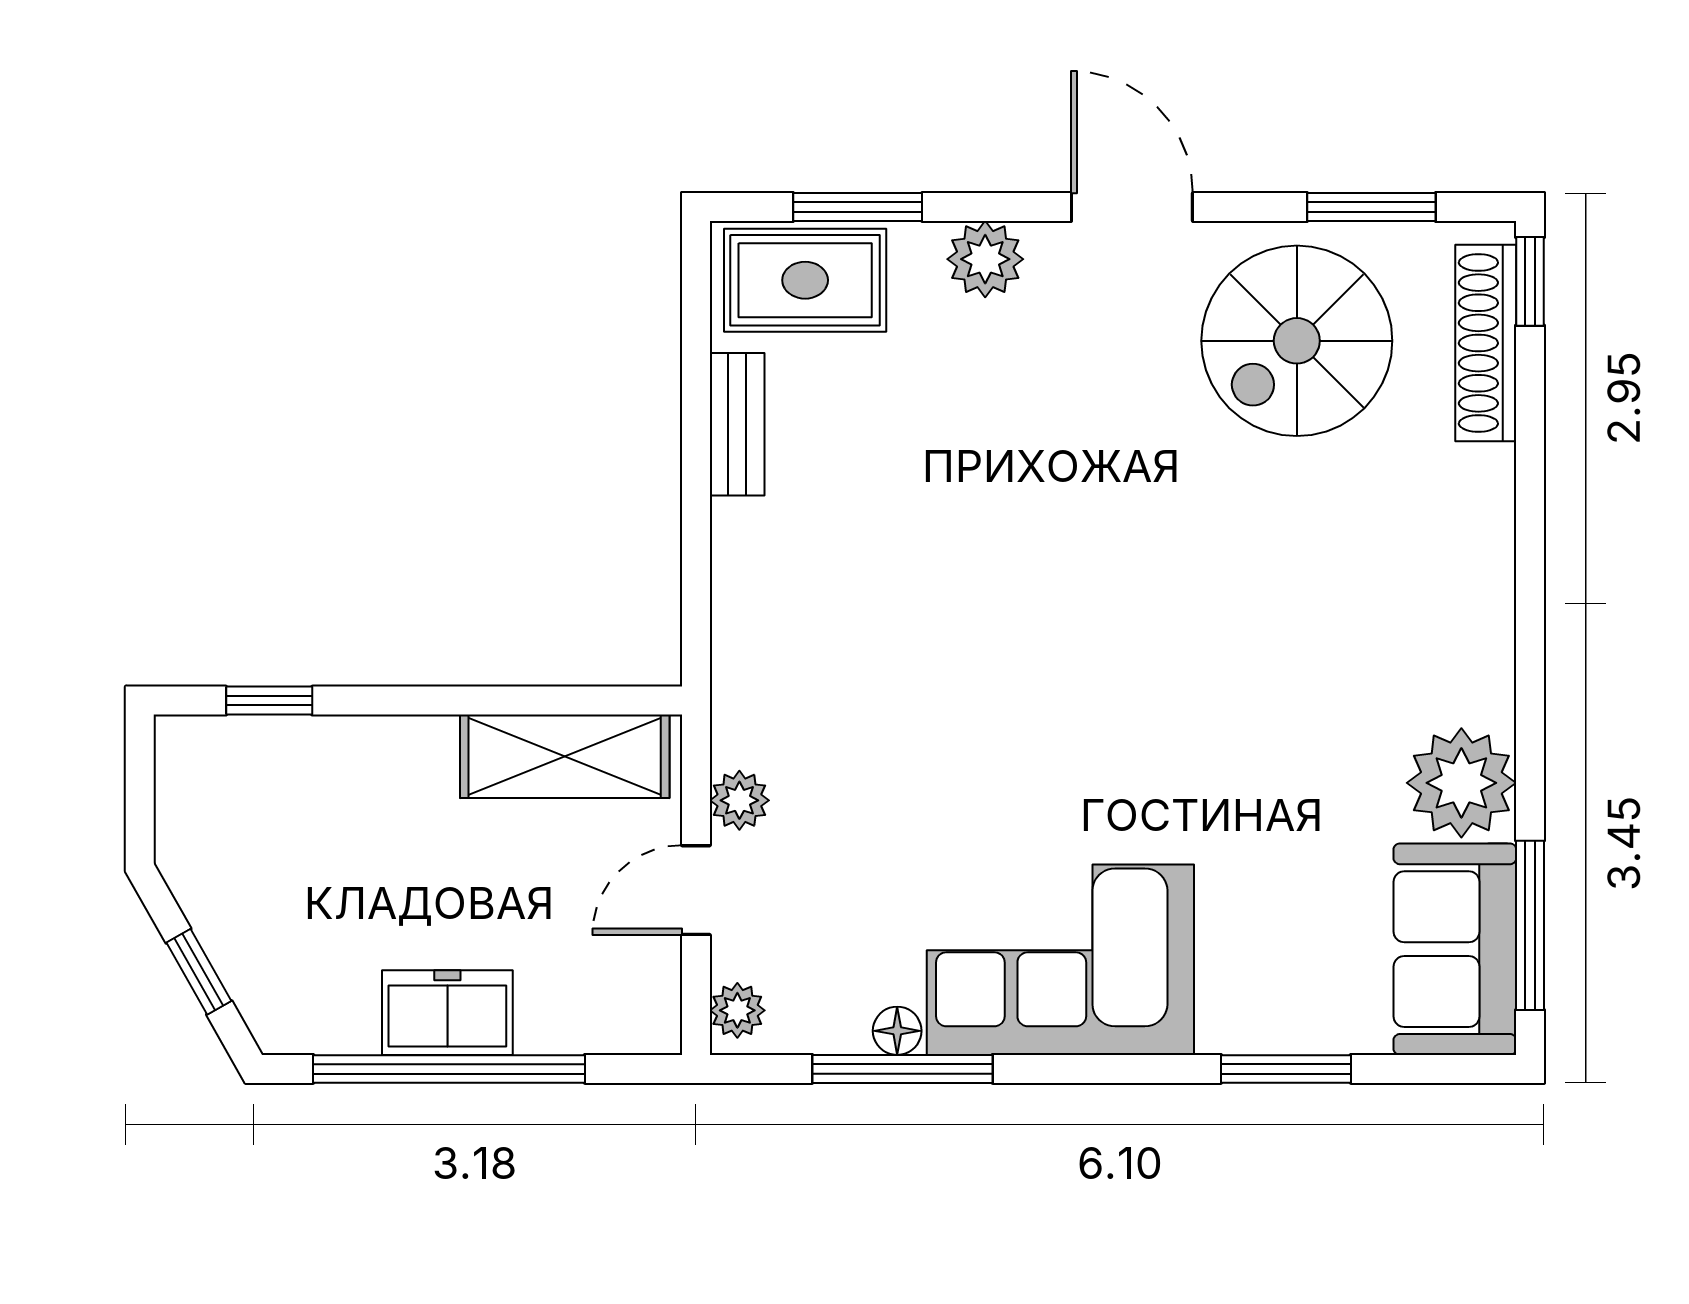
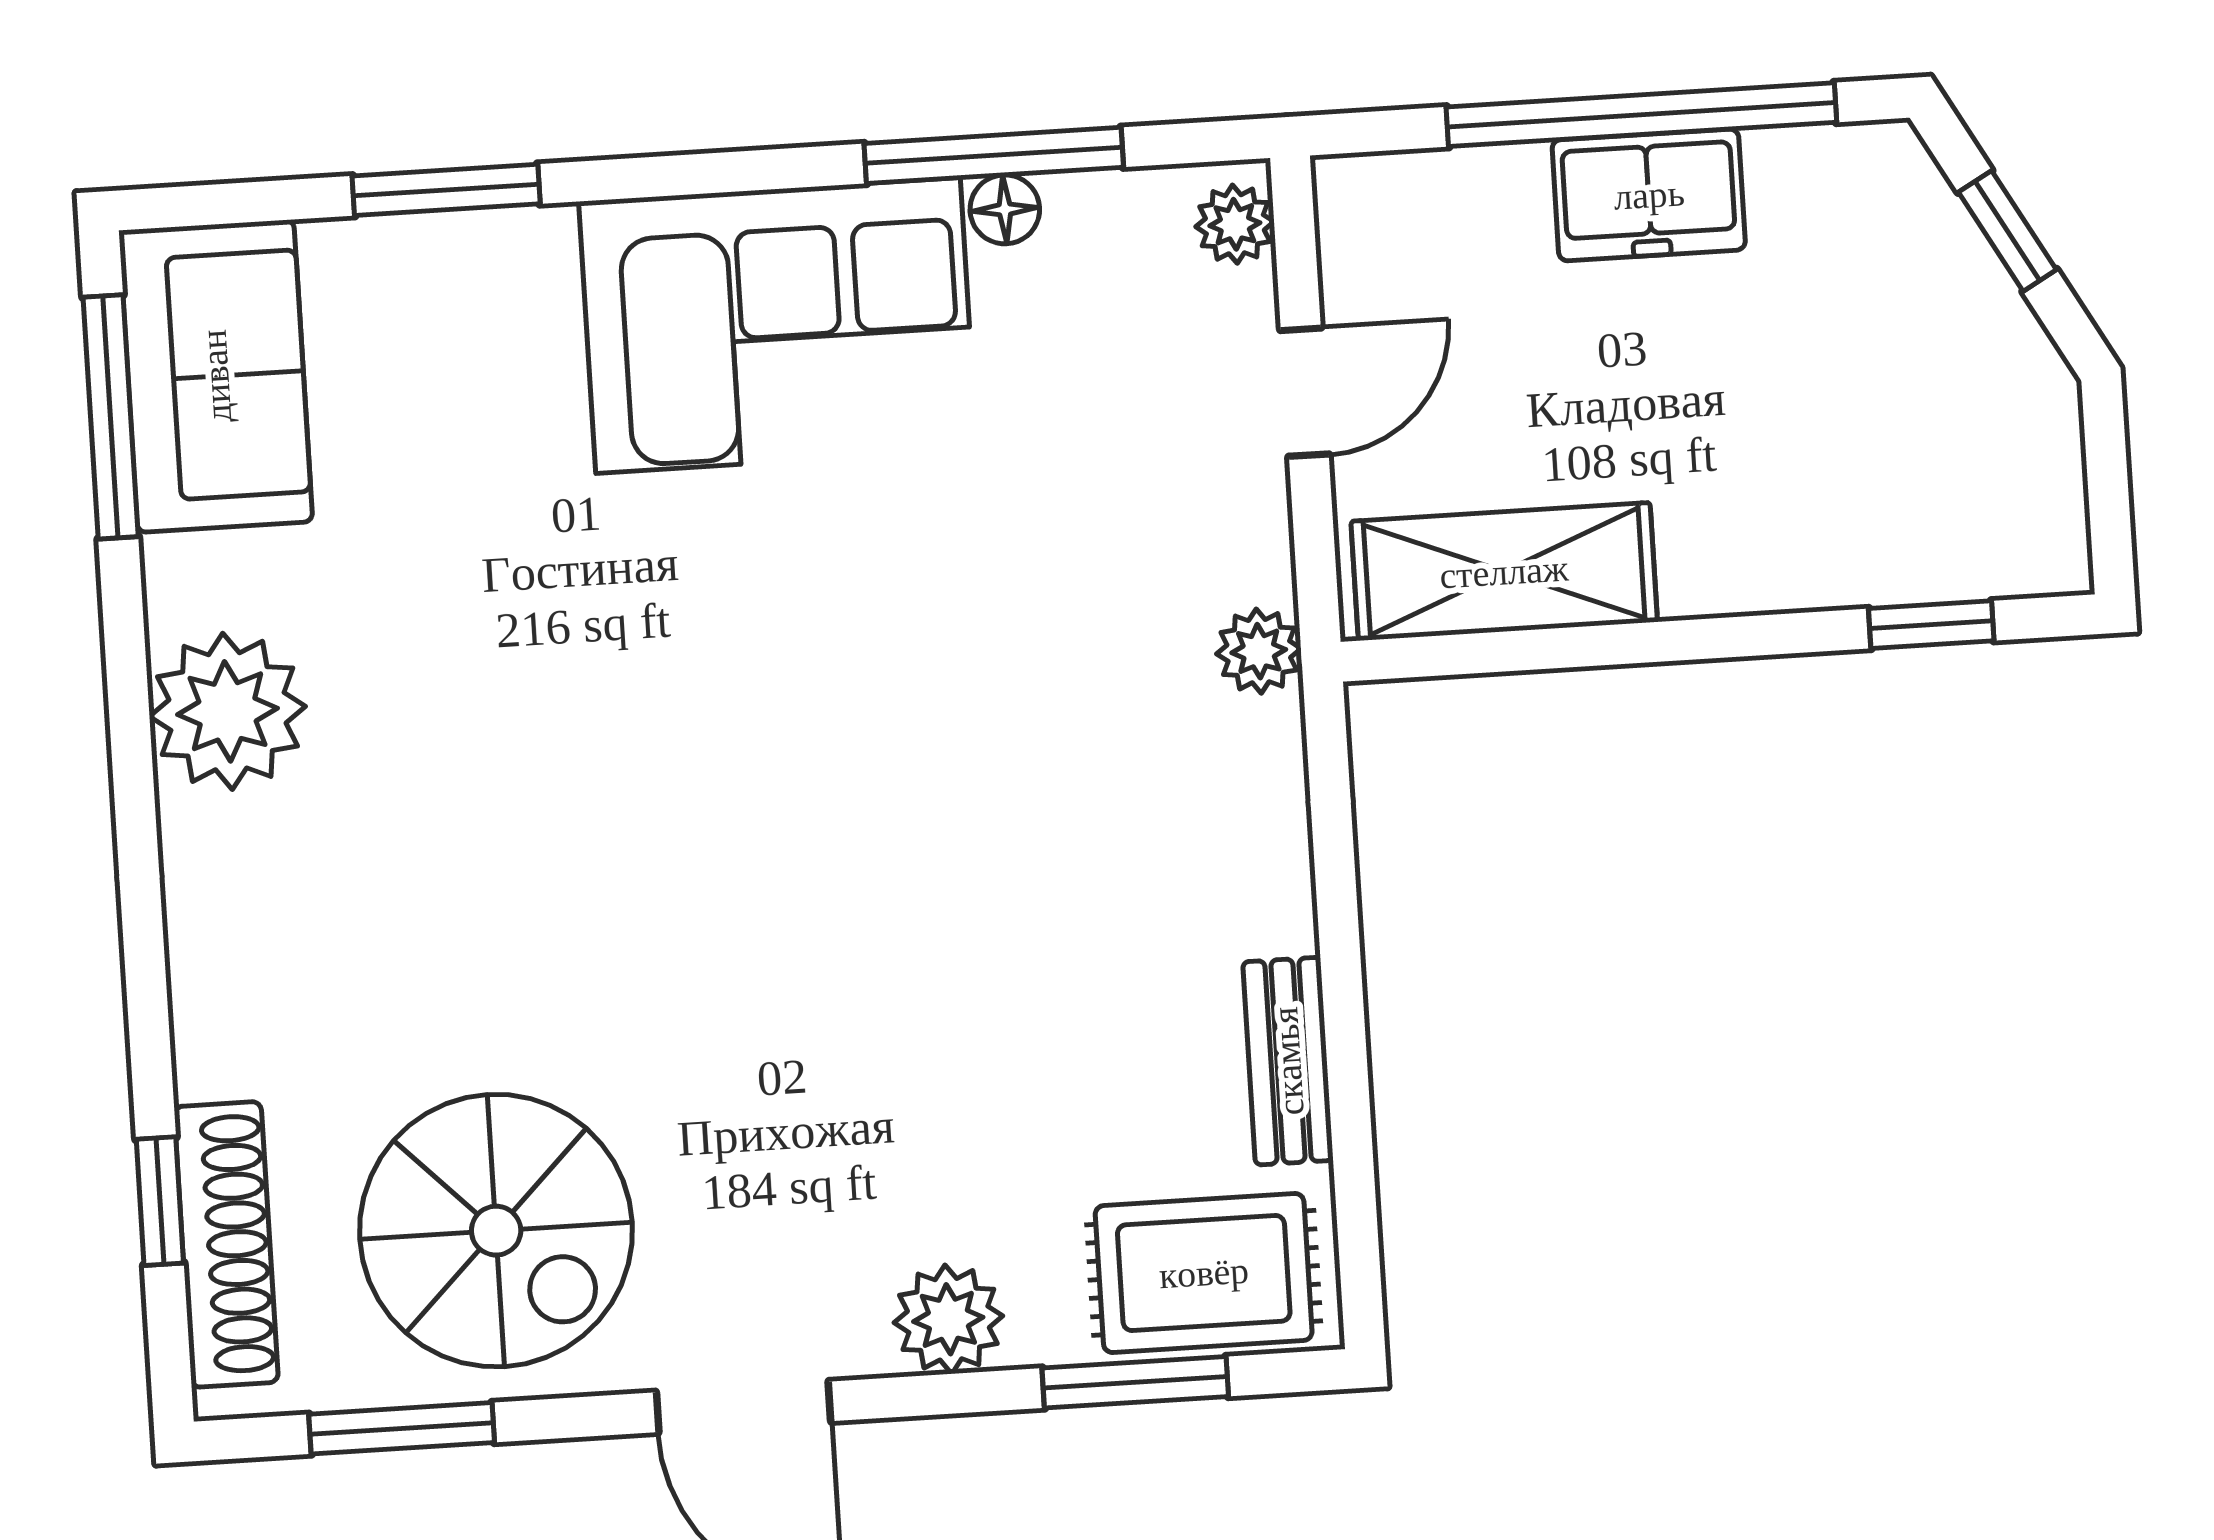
window: (1530, 281) -> (160, 1201), moved
spiral stairs: (1297, 341) -> (496, 1231), turned 90
plant: (1461, 783) -> (228, 711), moved
plant: (739, 800) -> (1259, 651), moved

